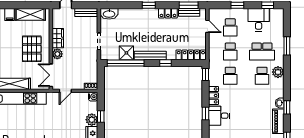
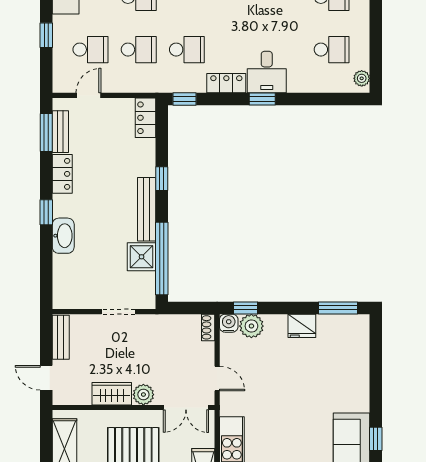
washbasin: (109, 14) -> (63, 236), moved
locker: (191, 55) -> (145, 118), width x0.66
window: (101, 116) -> (246, 308), moved
plant: (92, 120) -> (251, 326), moved

